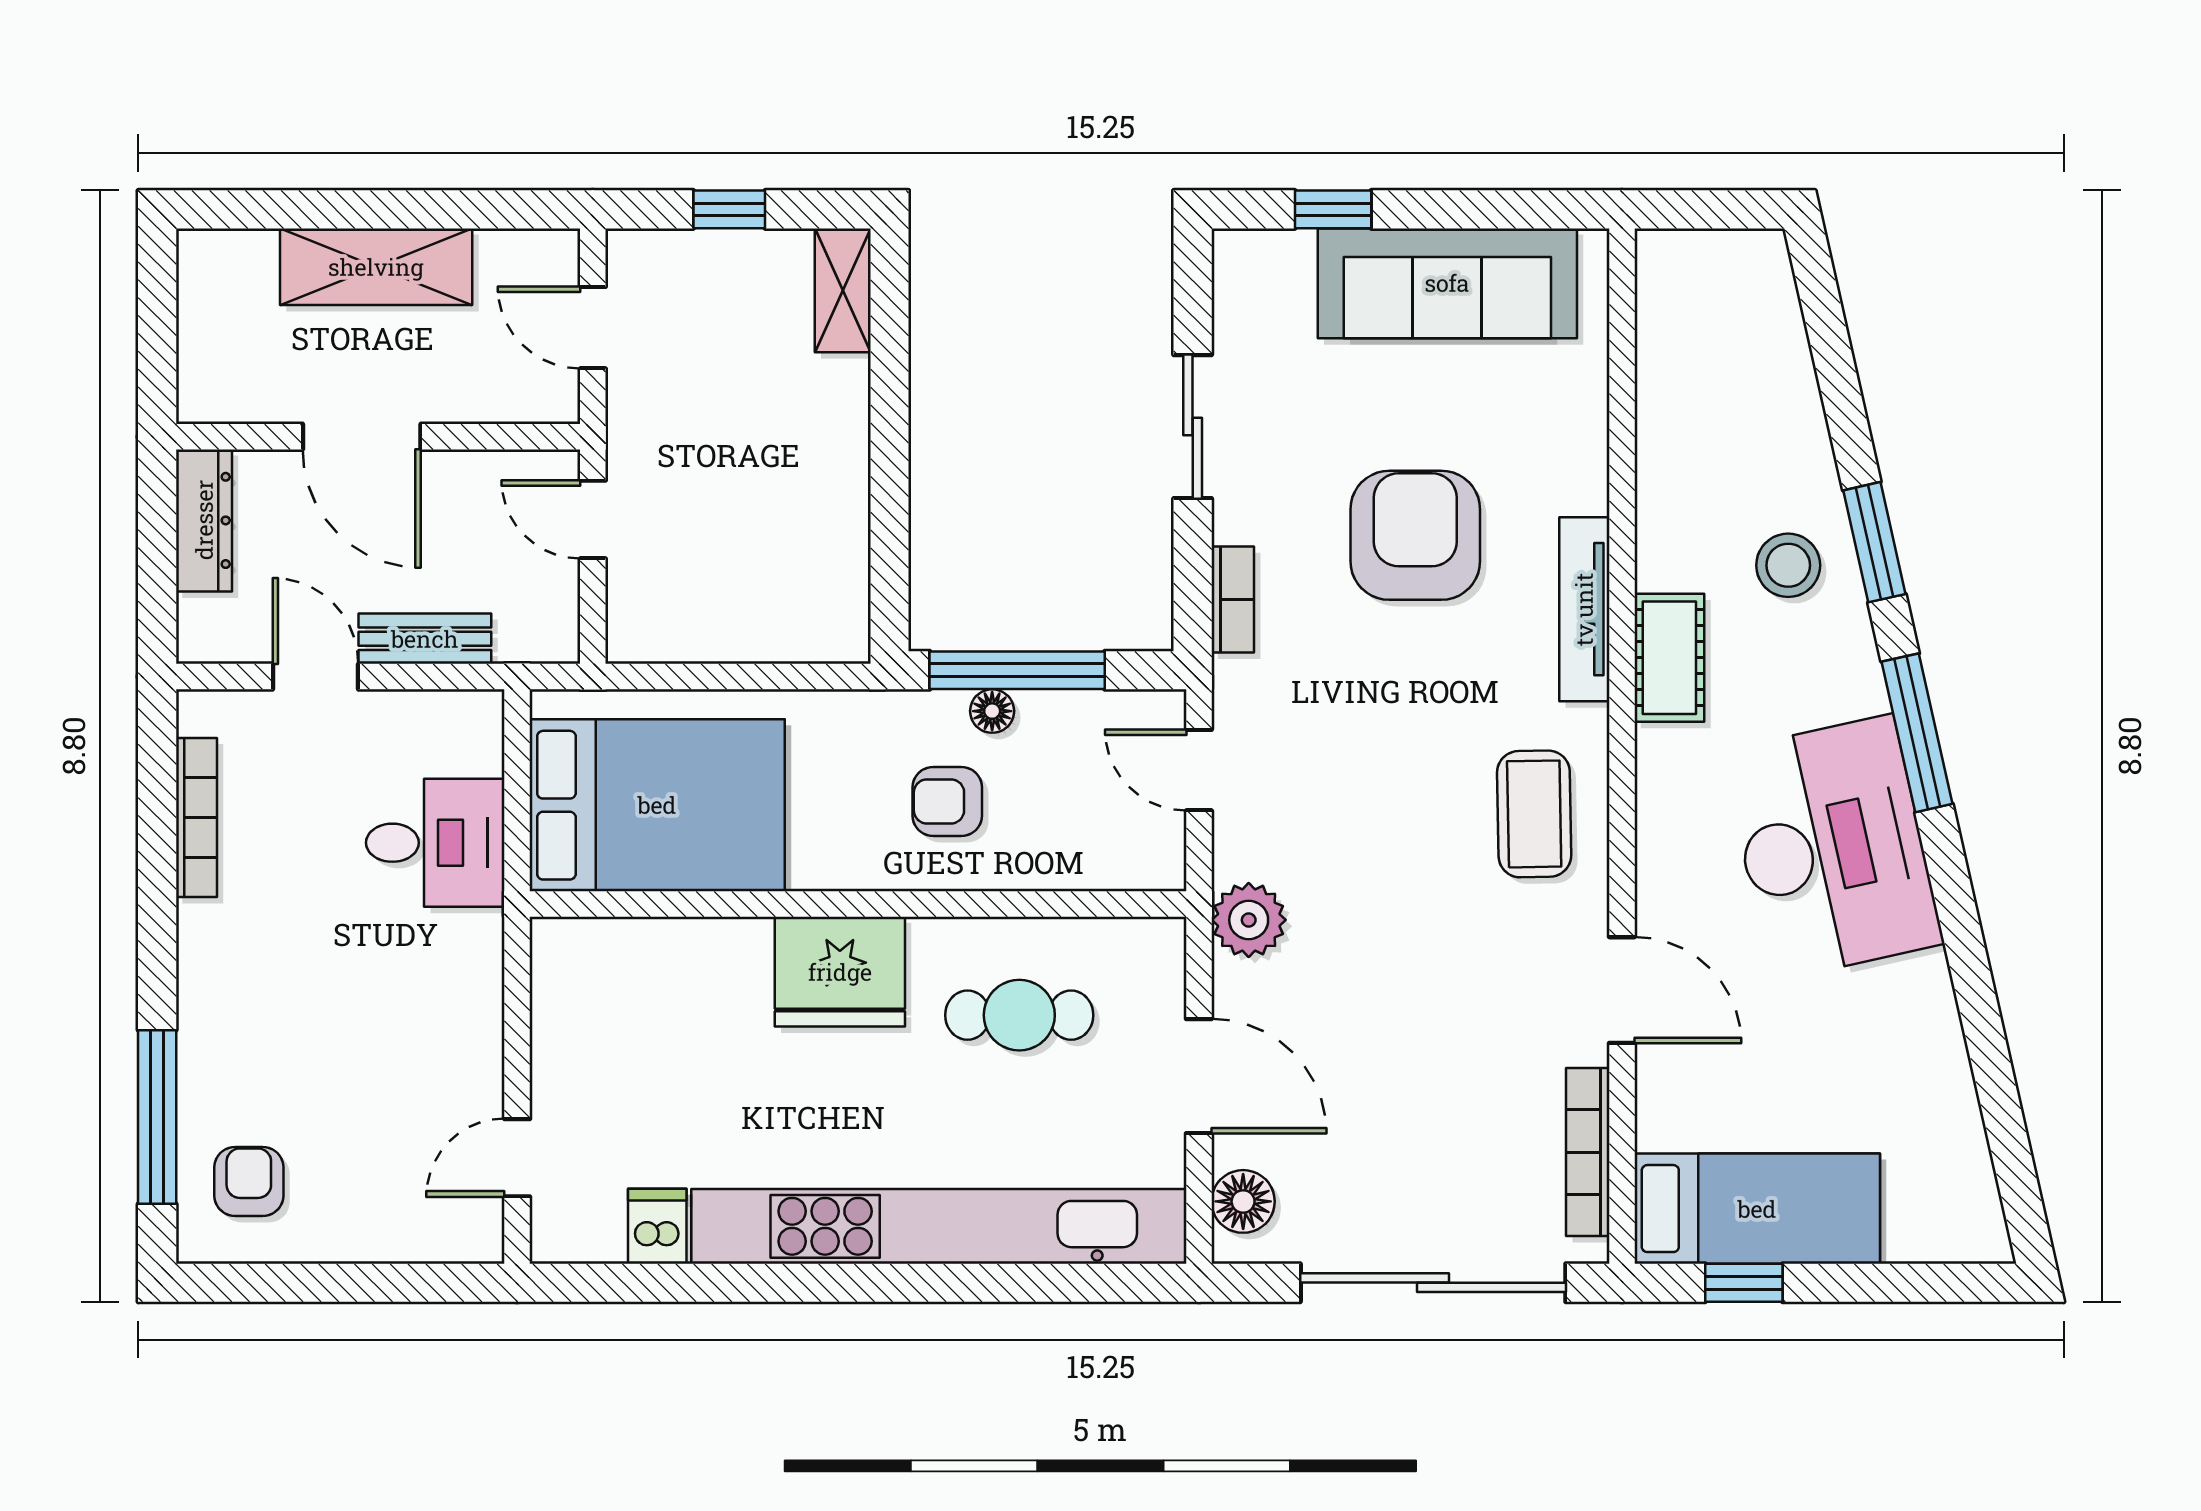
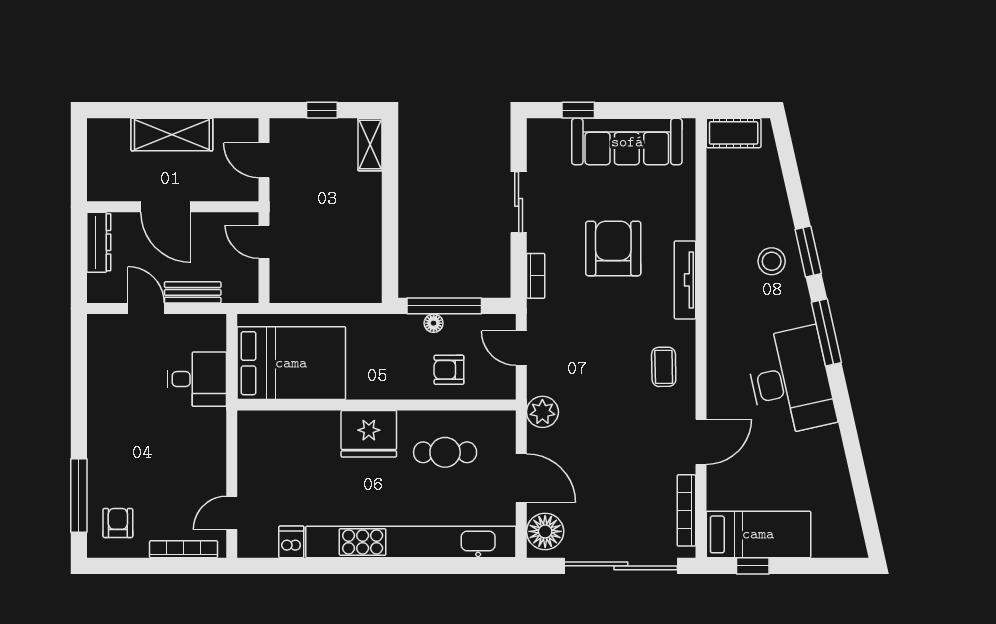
cot: (1669, 658) -> (734, 133), moved, turned 90
armchair: (947, 801) -> (449, 370), moved
coffee table: (1534, 814) -> (664, 367), width x0.73, depth x0.77
bookcase: (197, 817) -> (184, 549), moved, turned -90
door: (1622, 990) -> (701, 442), hinge flipped
floor lamp: (1243, 1201) -> (545, 531), width x1.38, depth x1.38

